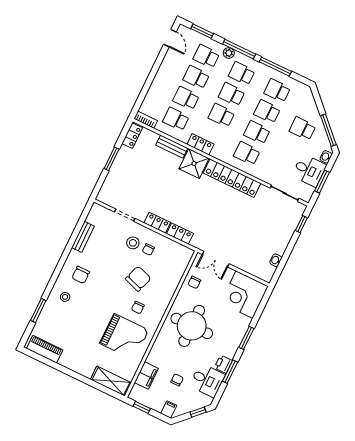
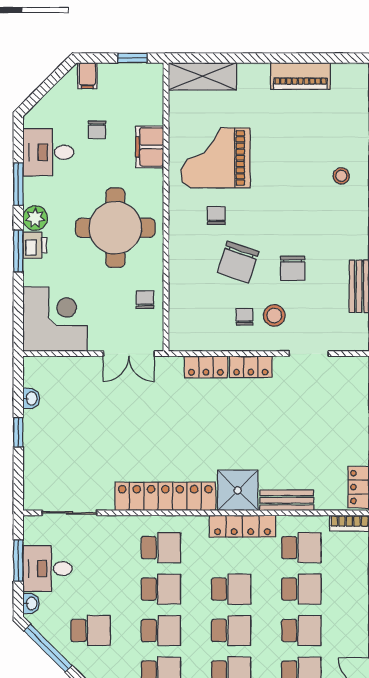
locker: (200, 144) -> (242, 526), width x1.53
window: (301, 224) -> (18, 432), moved
double door: (216, 259) -> (129, 354), swing flipped
chair: (81, 275) -> (293, 268), moved, turned 180
piano: (45, 349) -> (300, 76), moved
plant: (230, 350) -> (35, 218), added
printer: (223, 364) -> (35, 245), moved
filing cabinet: (146, 375) -> (150, 147), moved
window: (198, 412) -> (38, 94), removed

